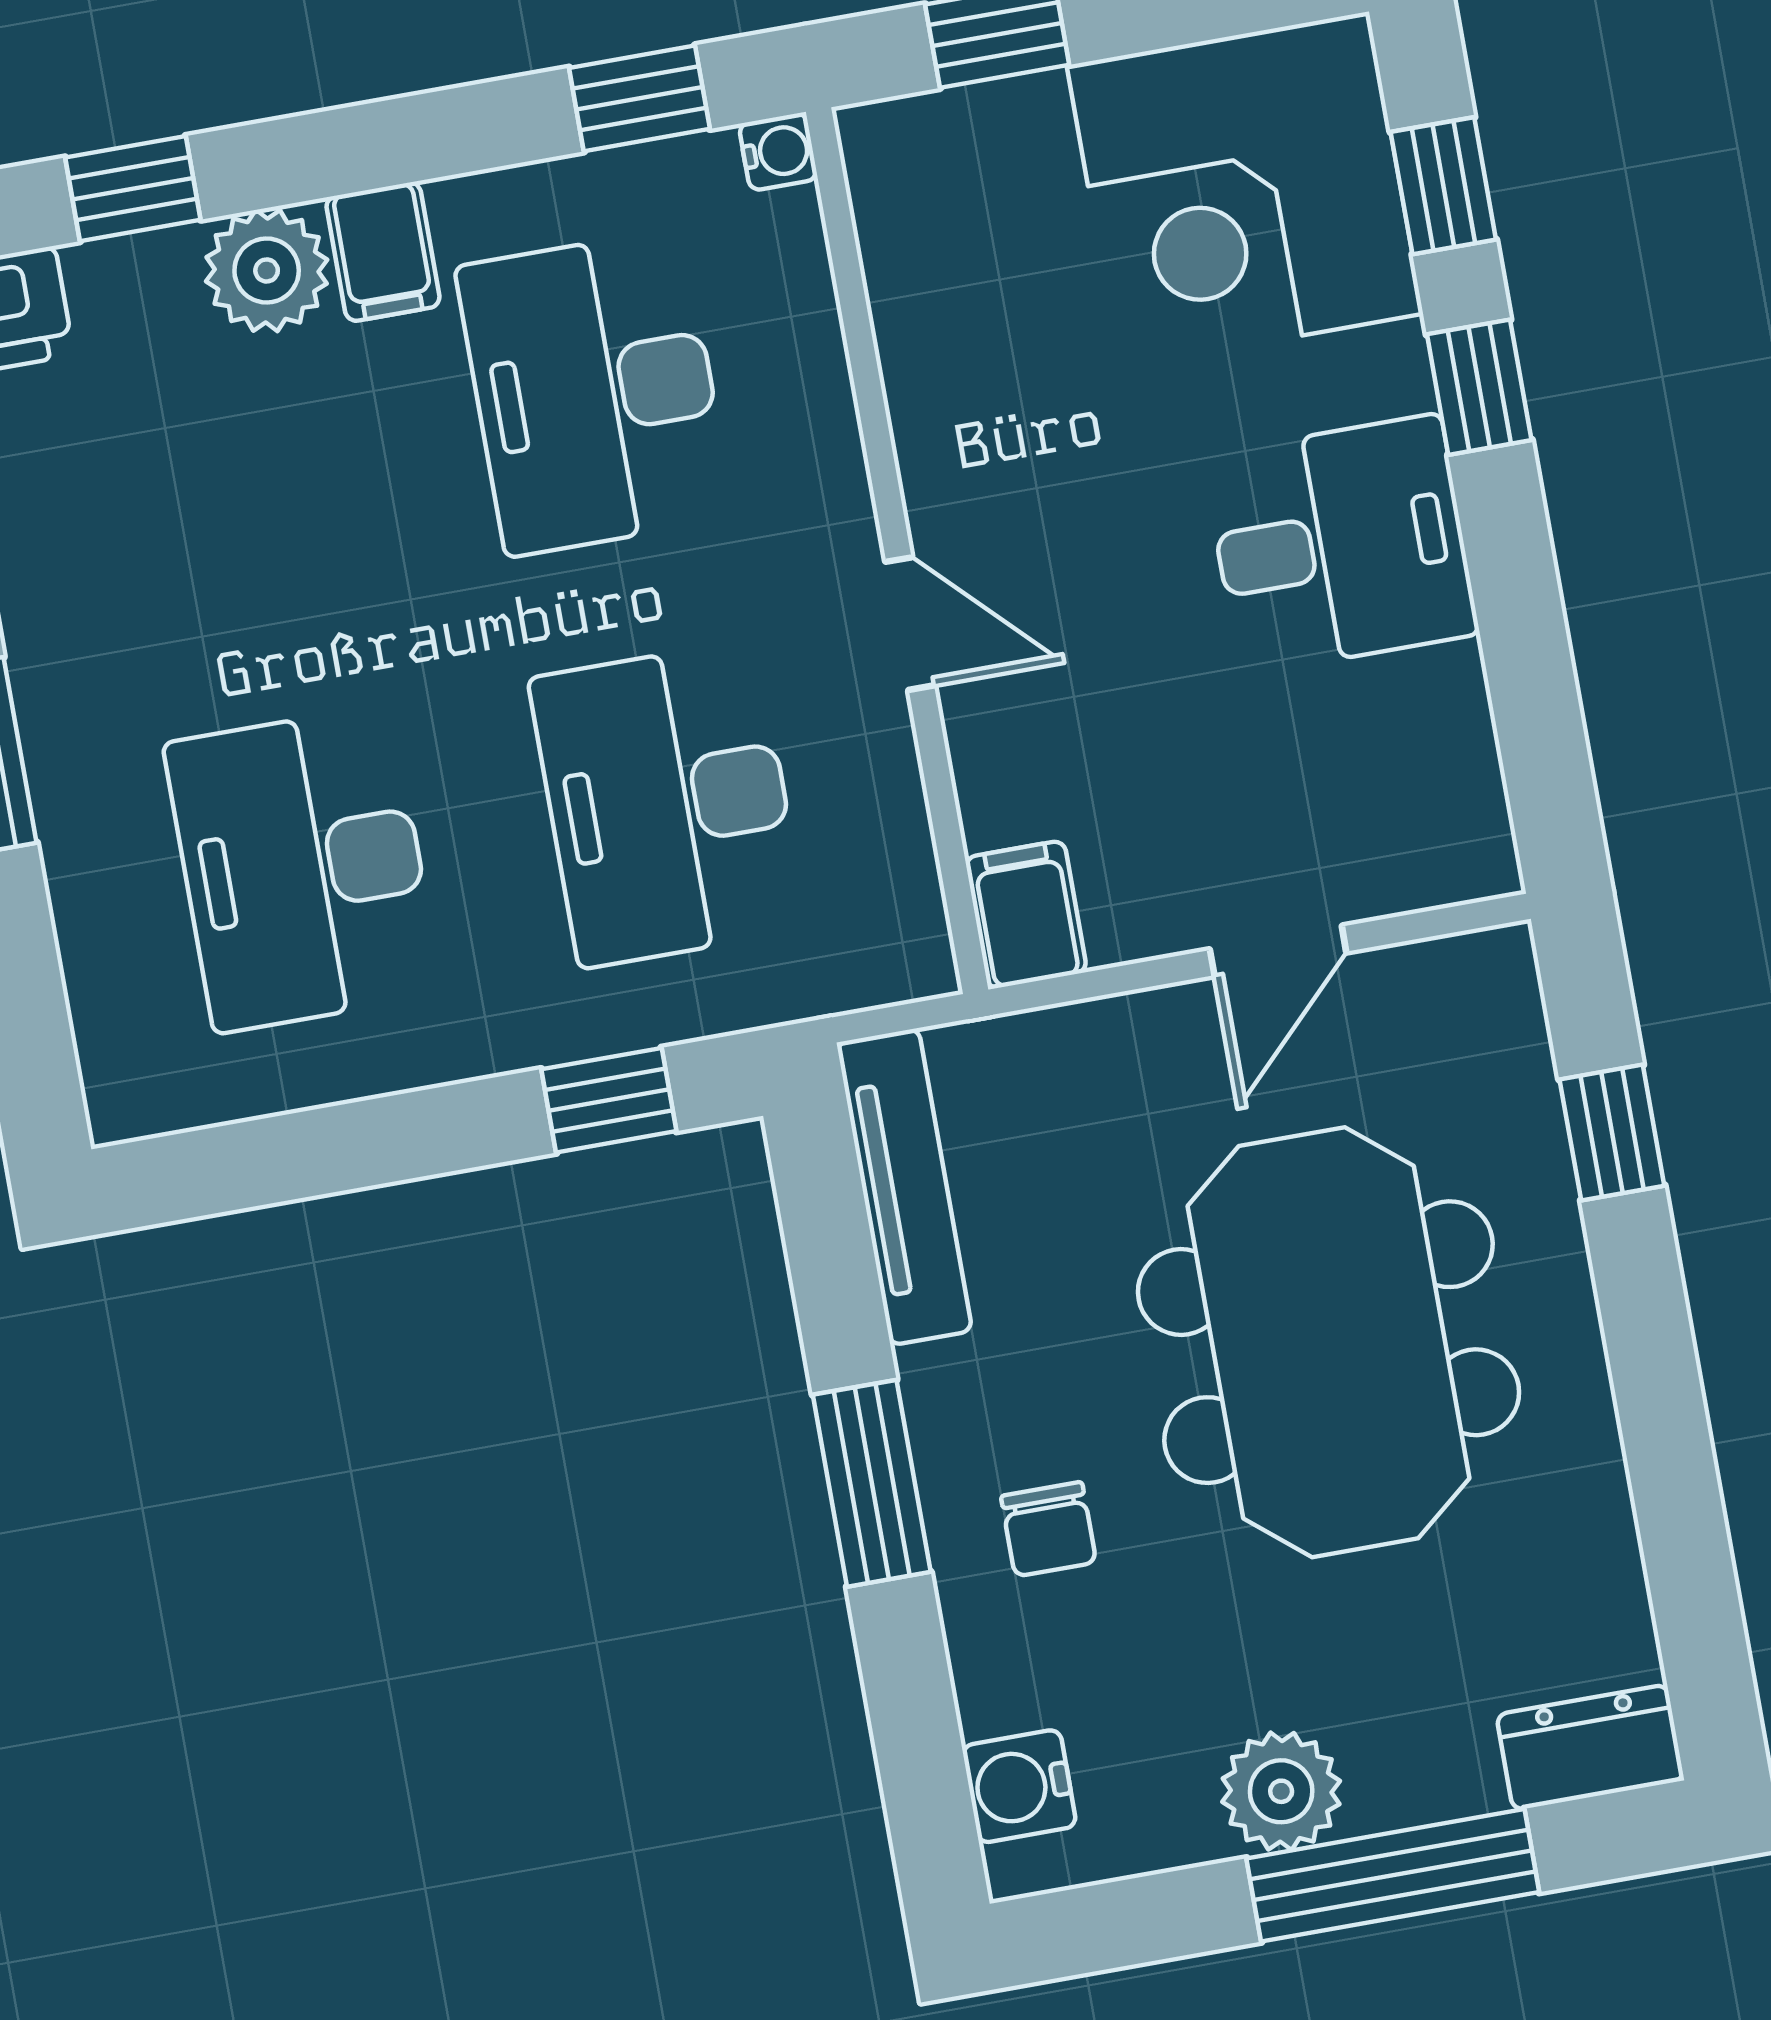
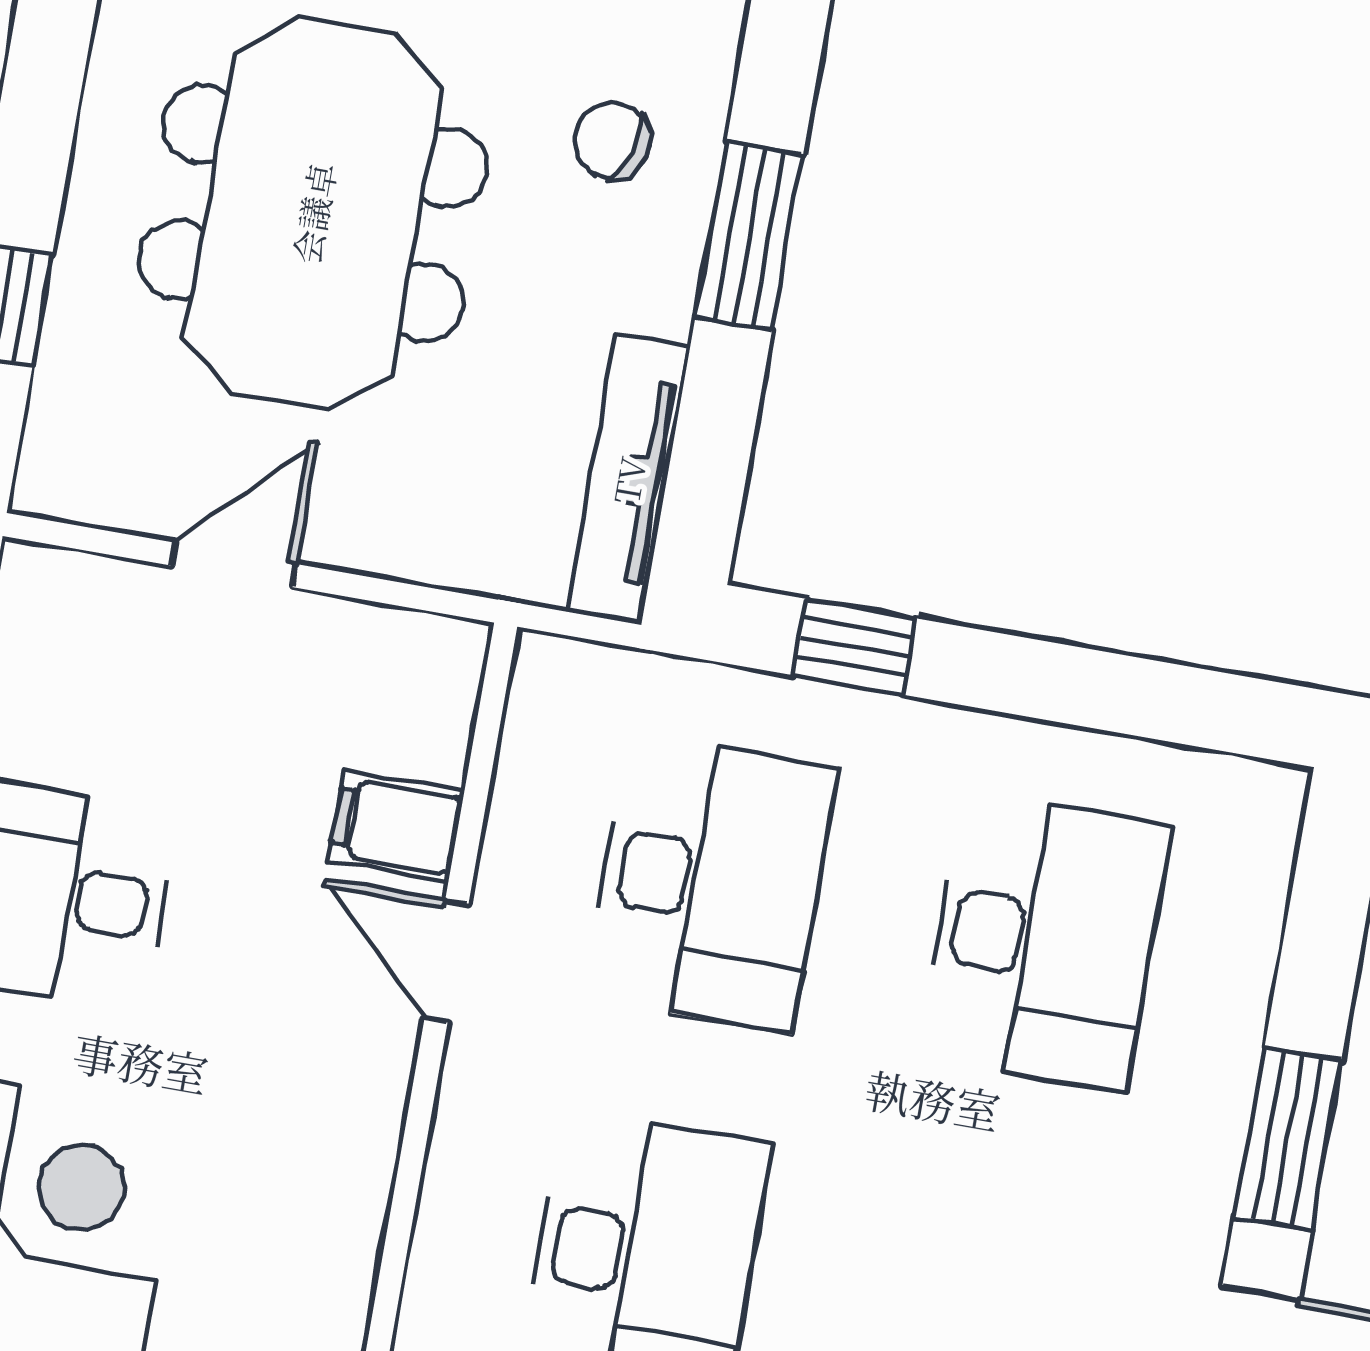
filing cabinet: (1026, 915) -> (396, 826), moved, turned 90
chair: (1049, 1529) -> (612, 141), turned -74

